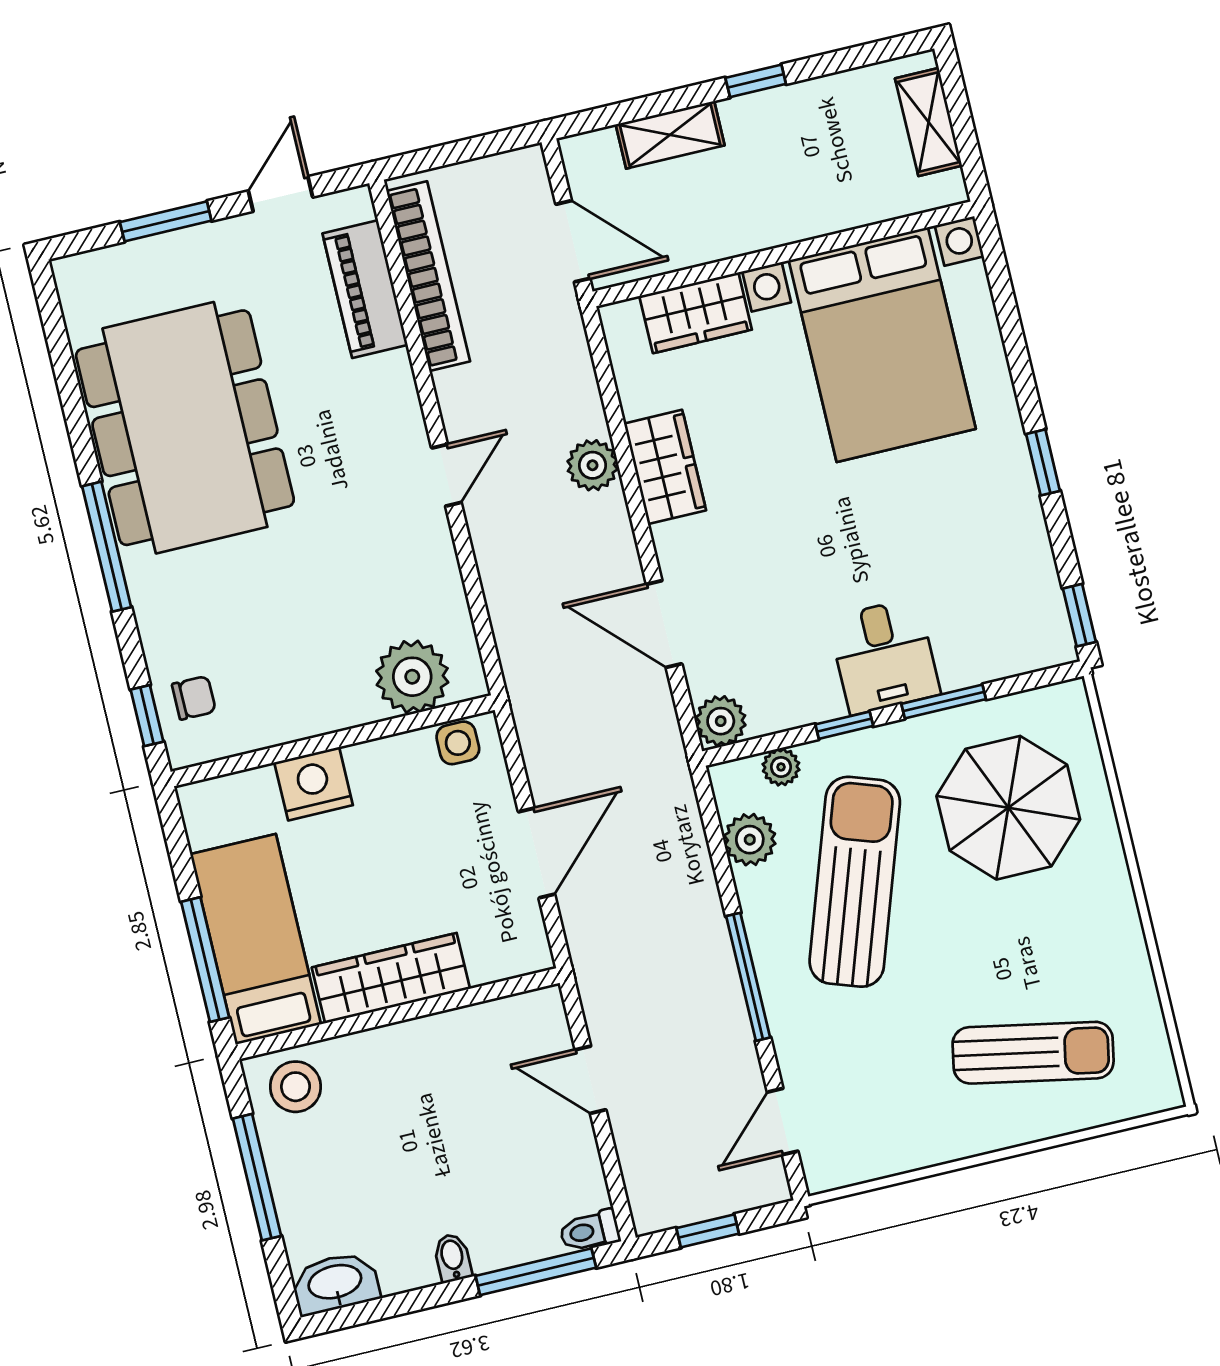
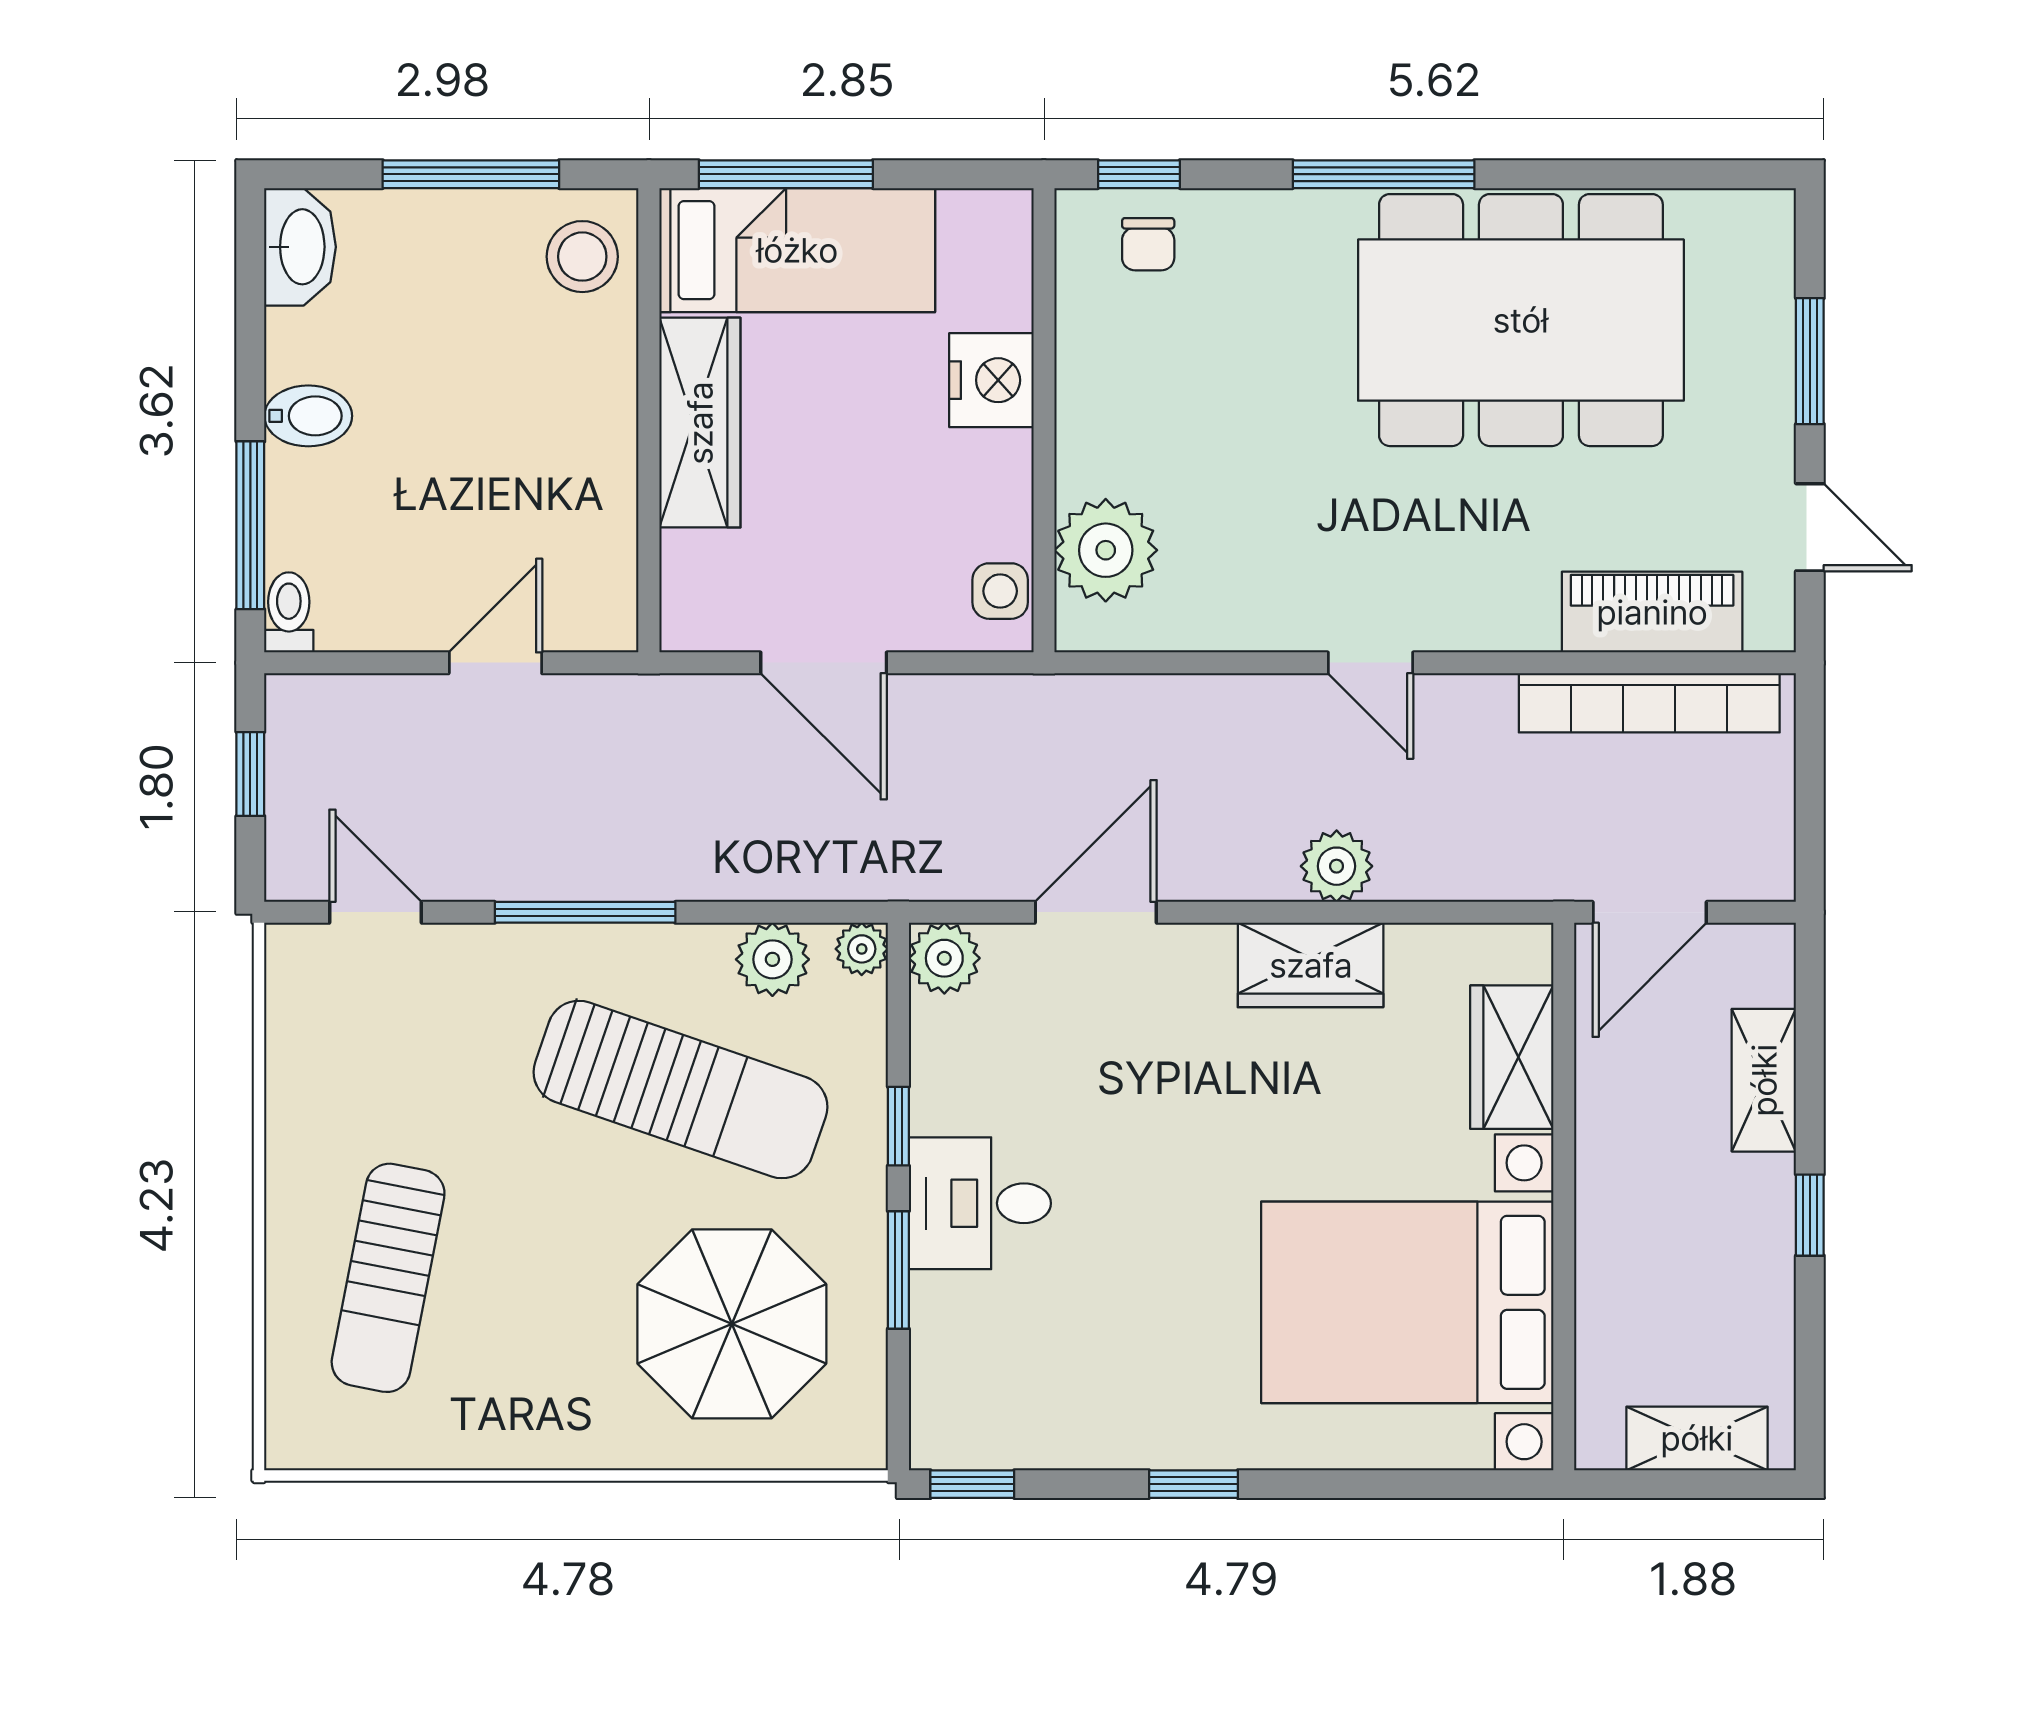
plant: (781, 767) -> (862, 949), moved
bidet: (453, 1258) -> (308, 416), width x1.38, depth x1.36

